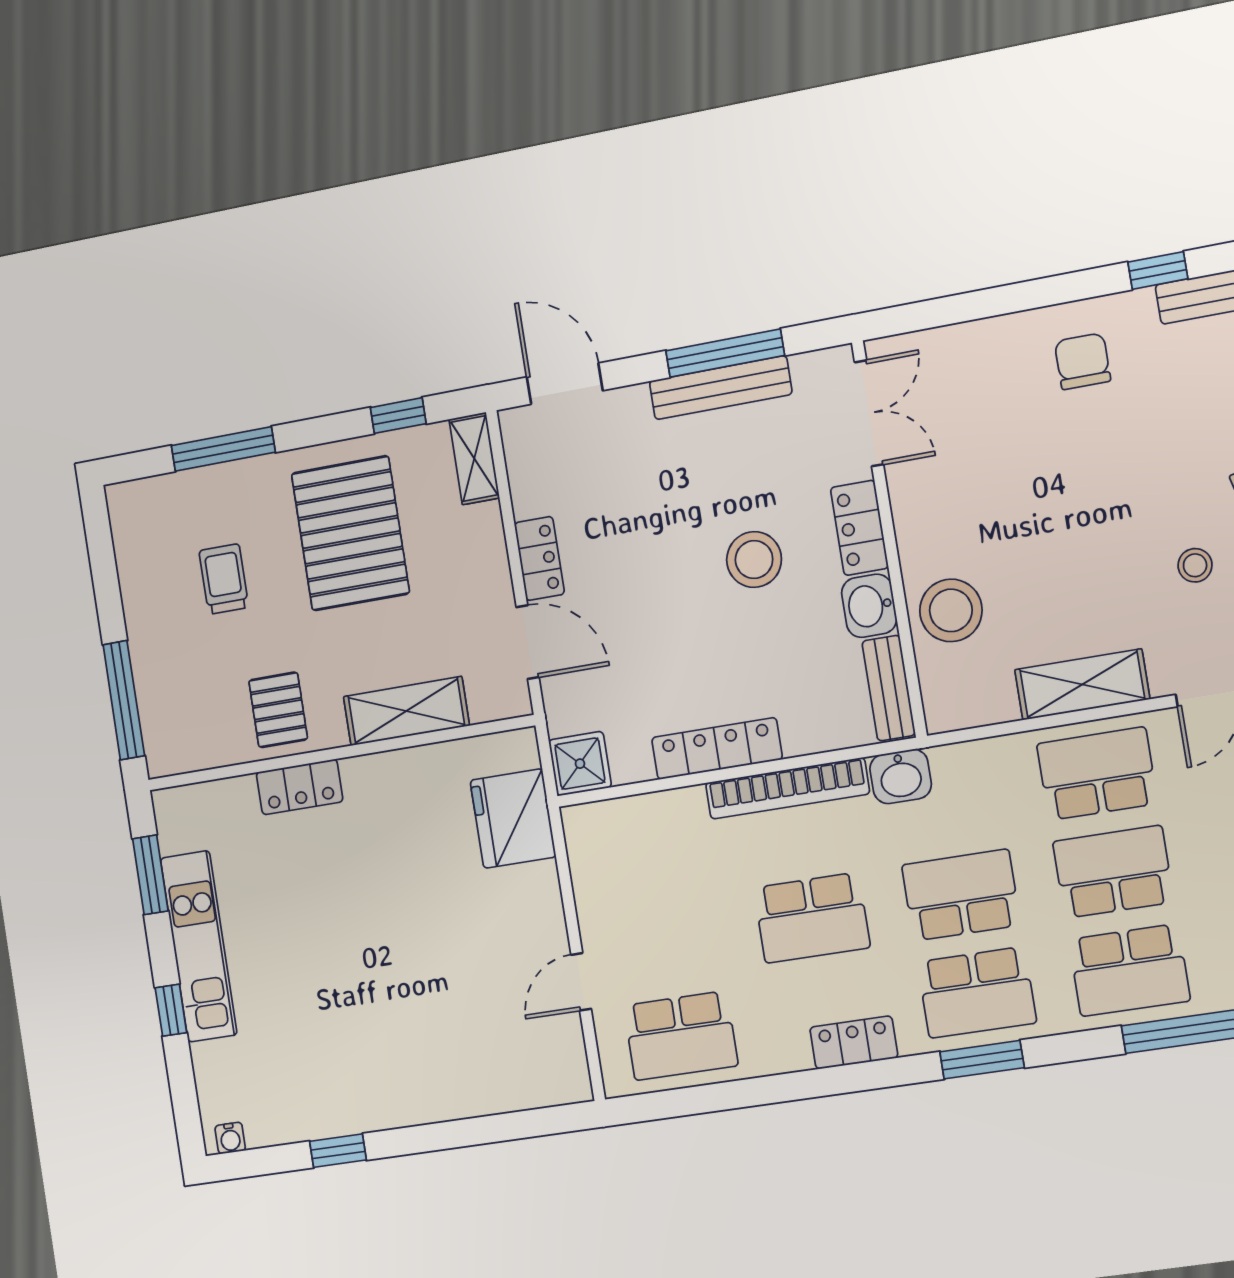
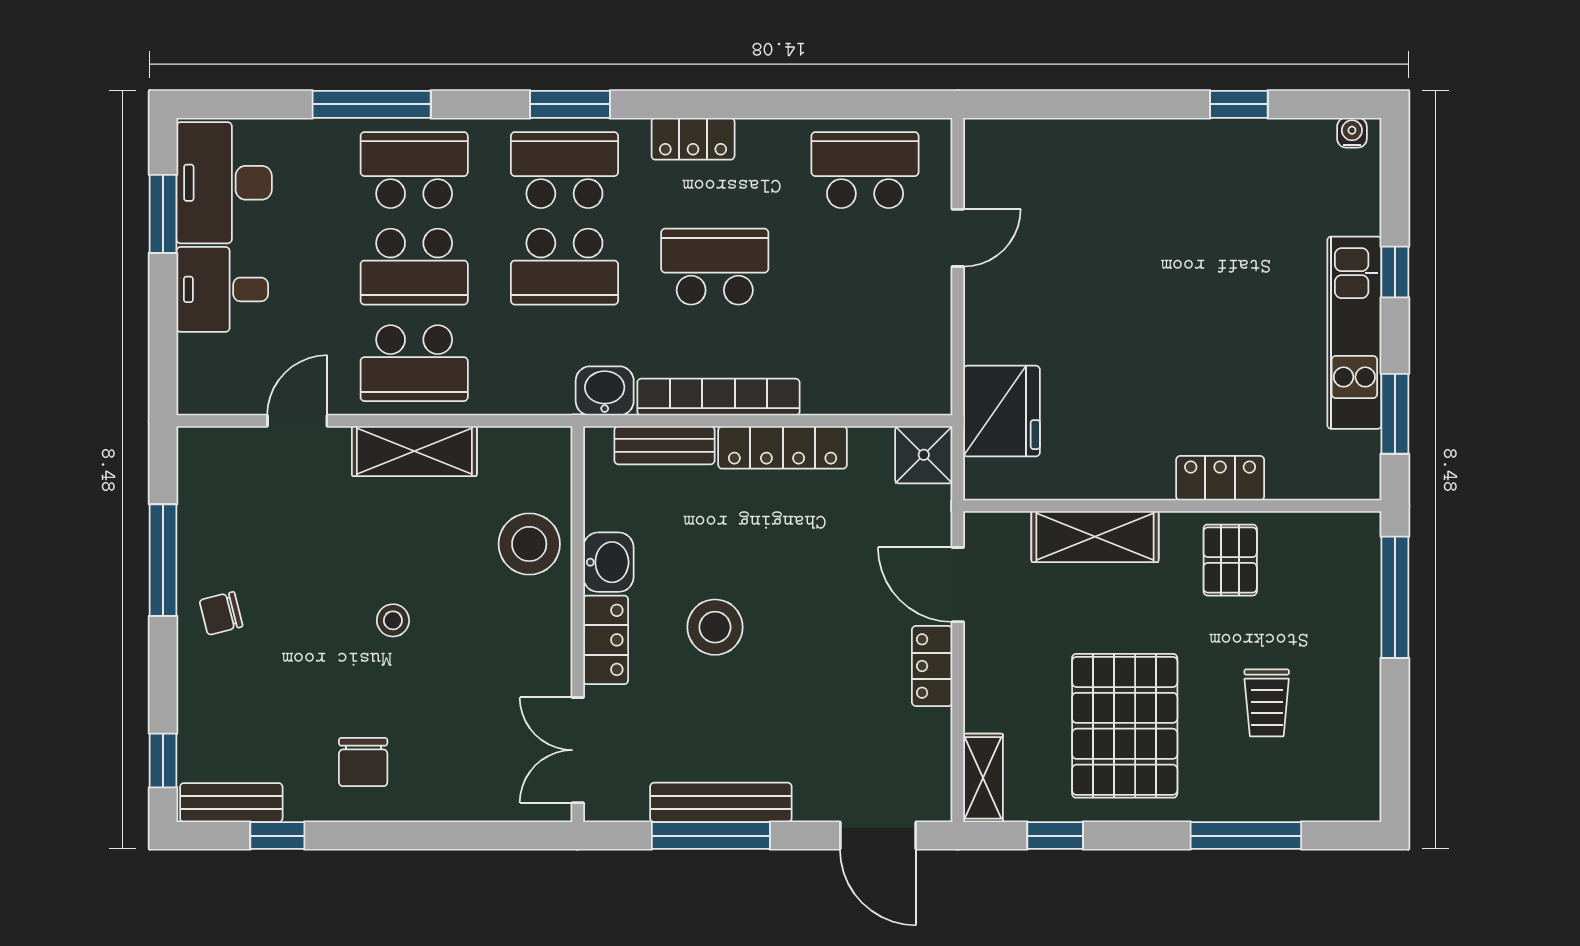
stool: (1195, 565) -> (393, 620), moved
bench: (889, 688) -> (665, 445), moved, turned 90

